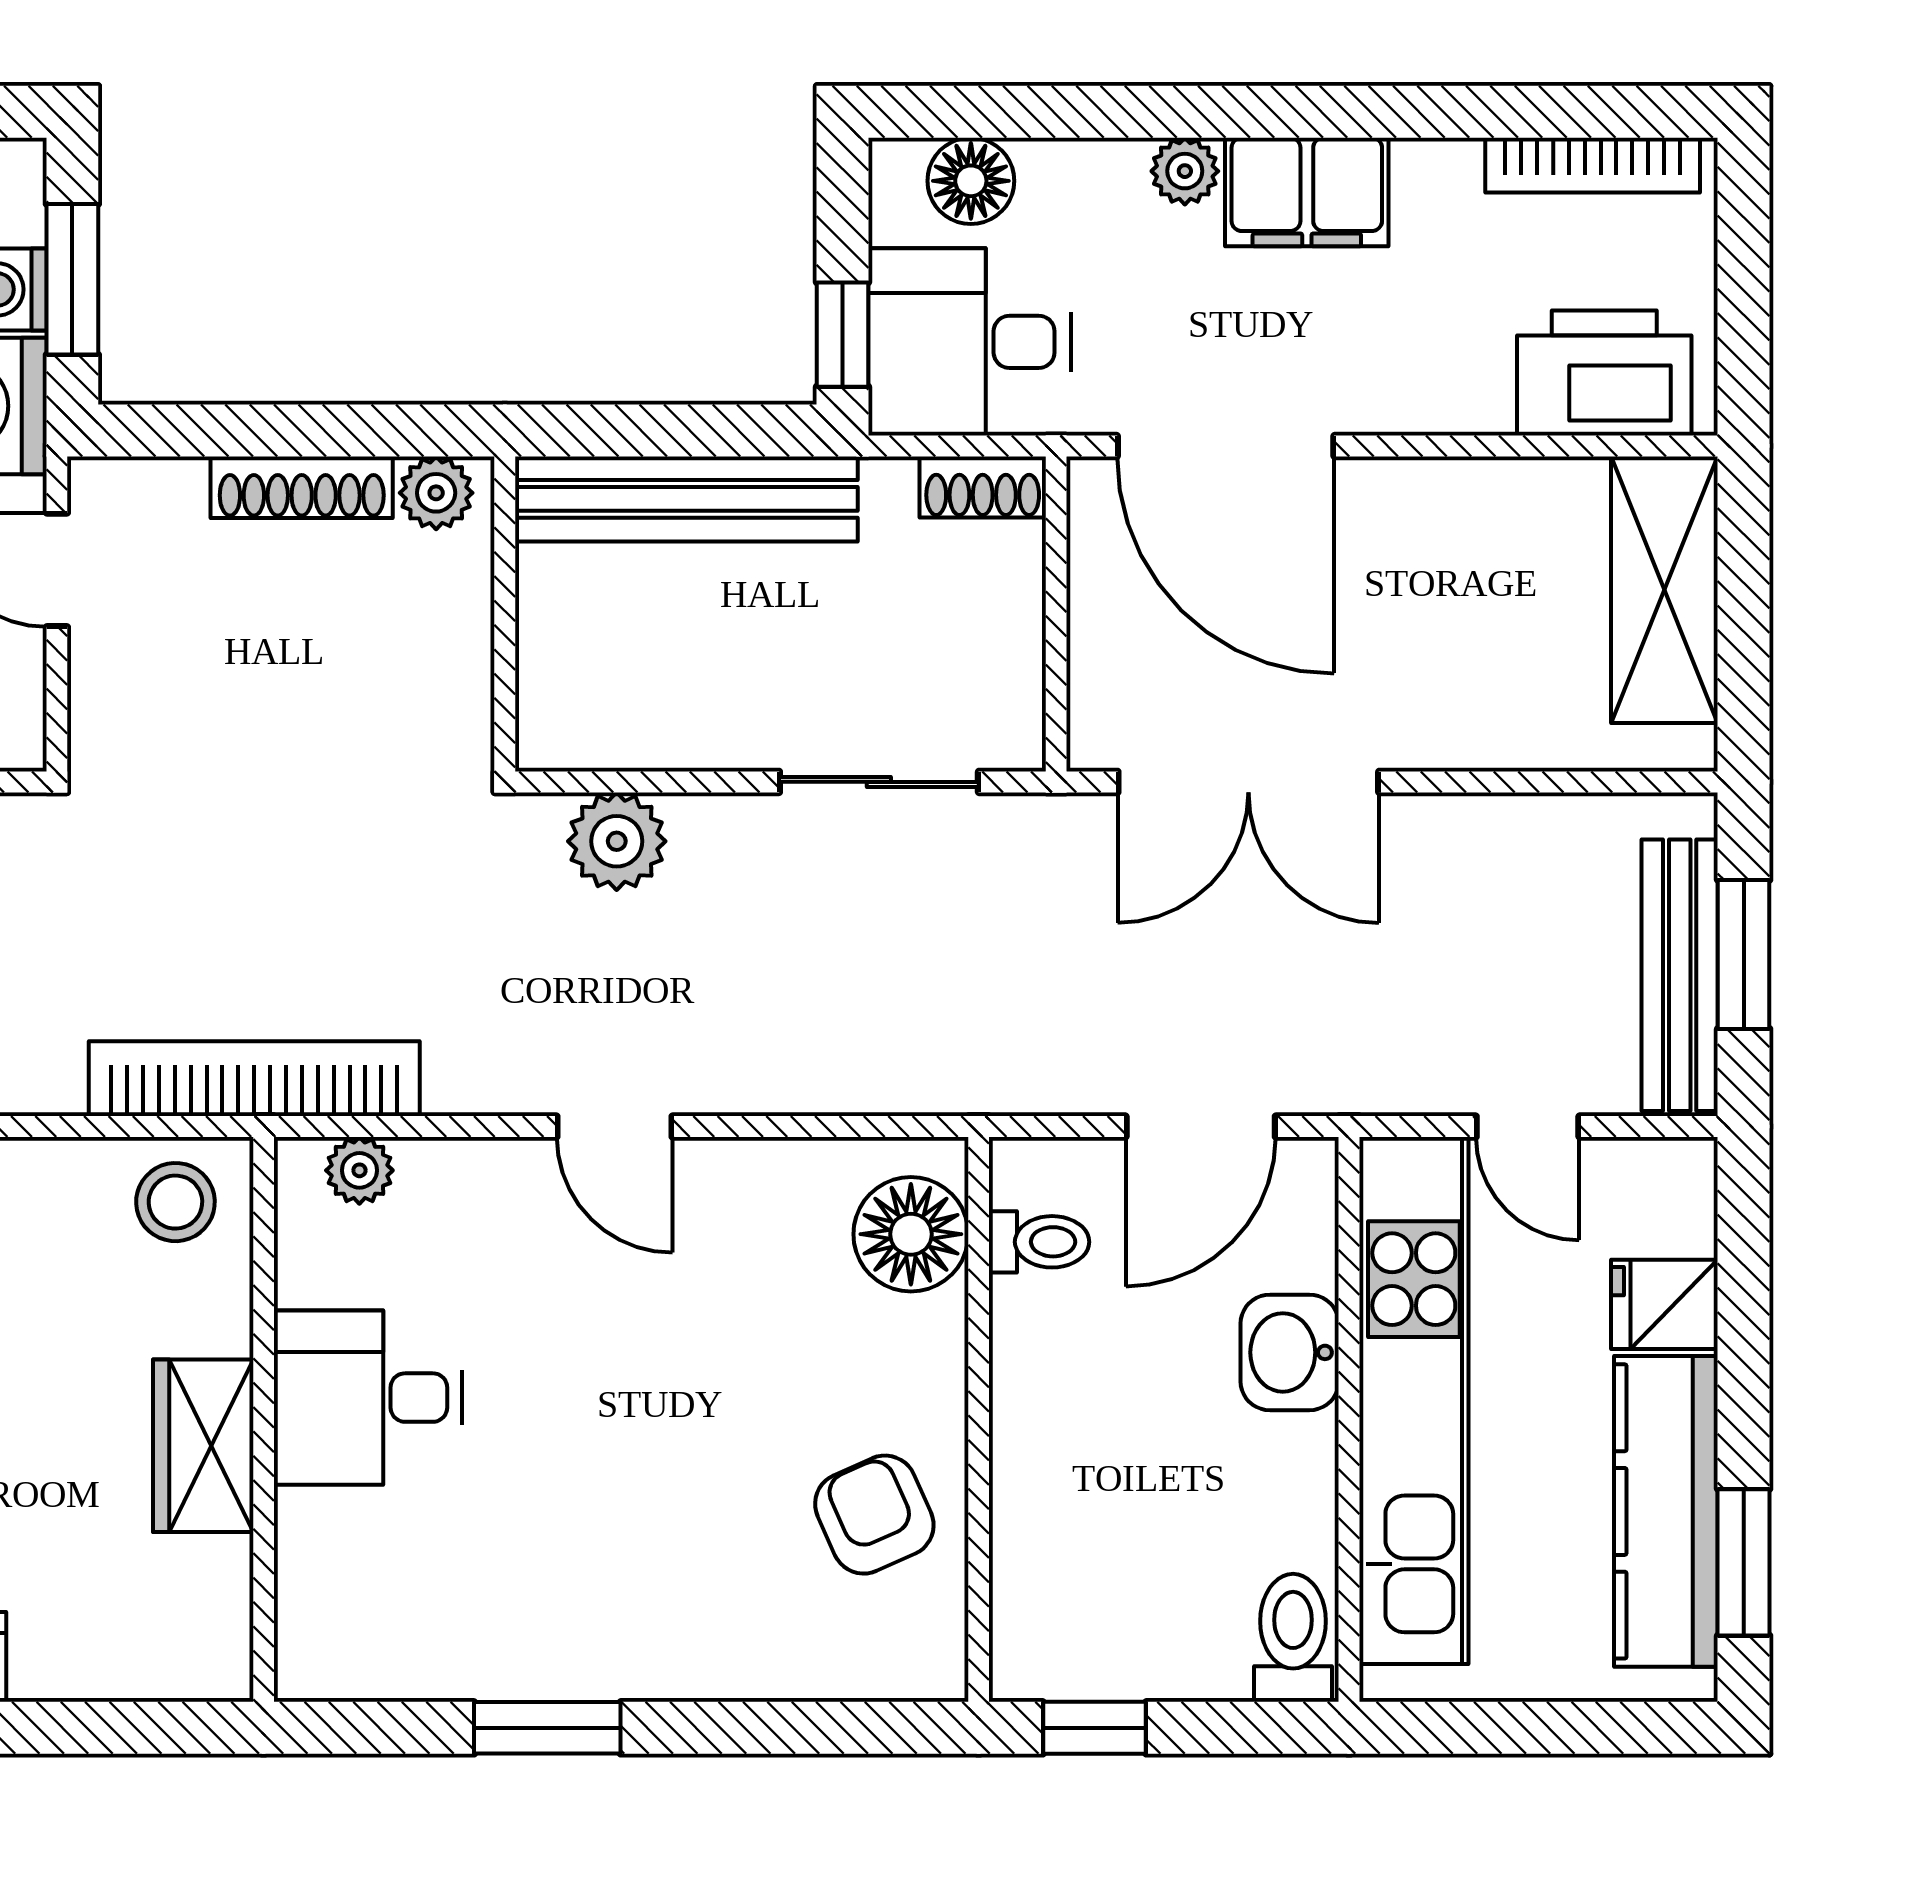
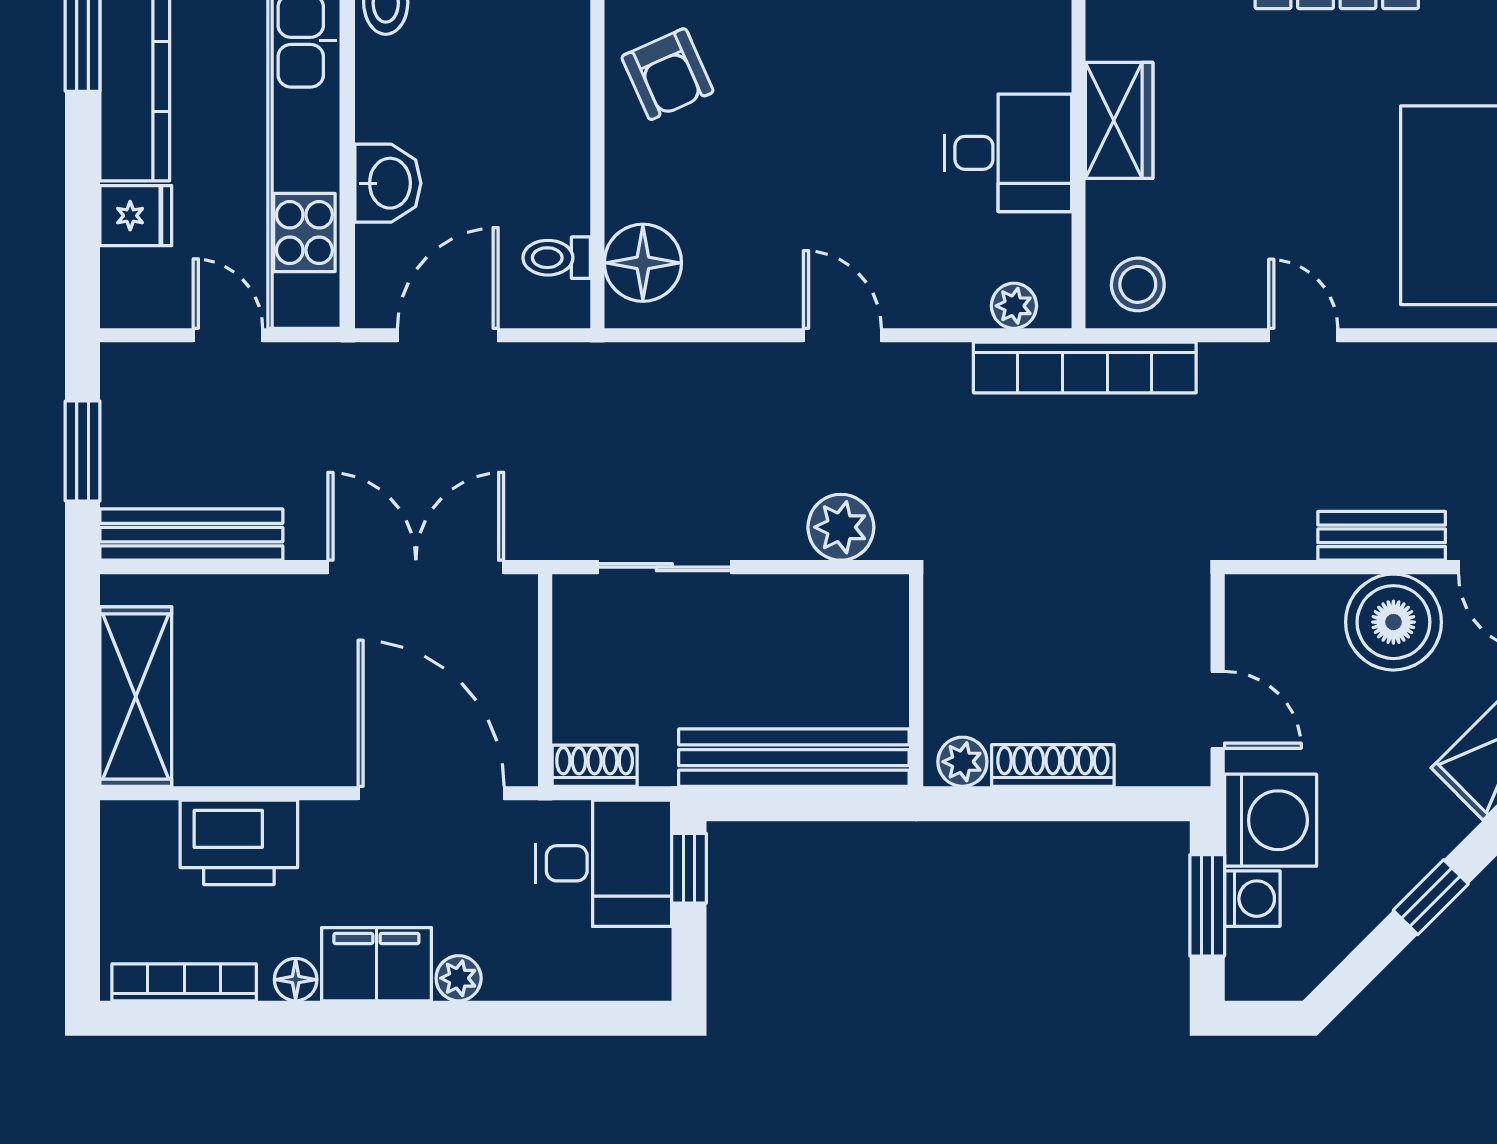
floor lamp: (971, 181) -> (296, 980), moved, width x0.73, depth x0.73
printer: (1604, 373) -> (239, 842), moved
bench: (1680, 975) -> (191, 535), moved, turned 90

